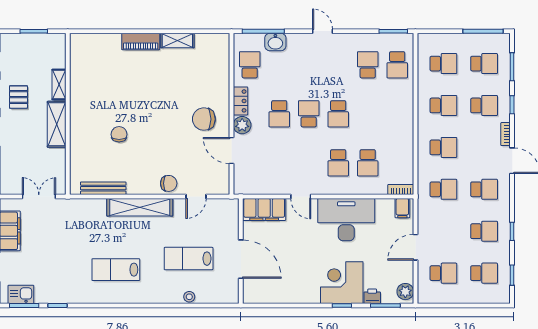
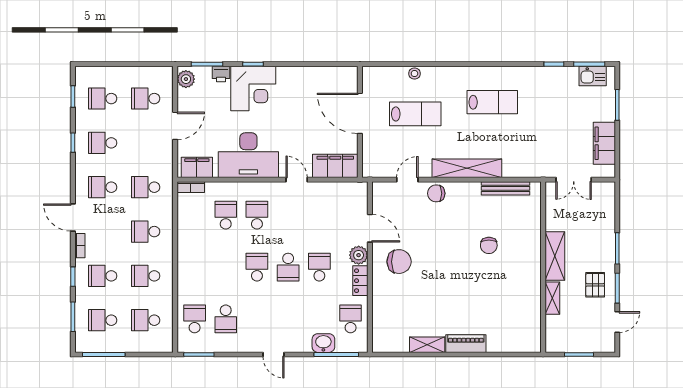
school desk: (250, 65) -> (351, 319), turned 180
filing cabinet: (402, 208) -> (197, 167), width x2.00

